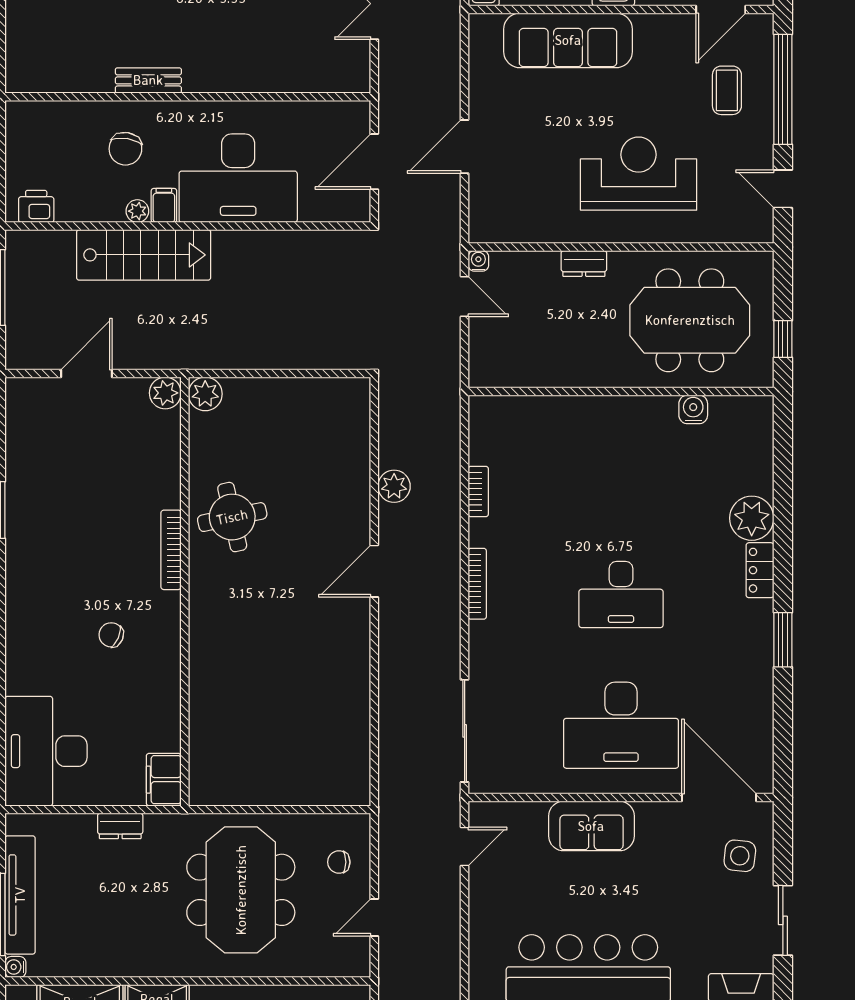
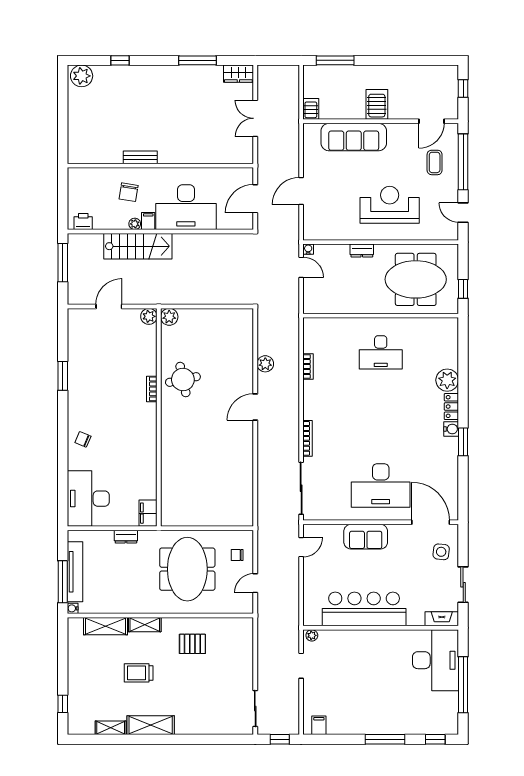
water cooler: (693, 409) -> (451, 429), moved, turned 90
bookcase: (171, 550) -> (152, 389), width x0.64
bookcase: (477, 584) -> (308, 438), moved
desk: (621, 595) -> (381, 352), moved
chair: (111, 635) -> (83, 439), moved

